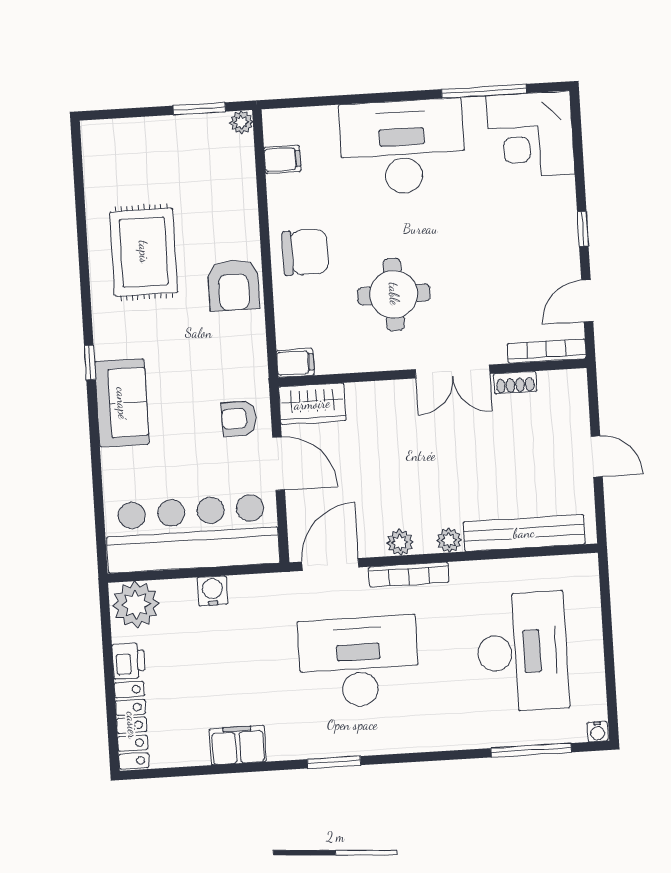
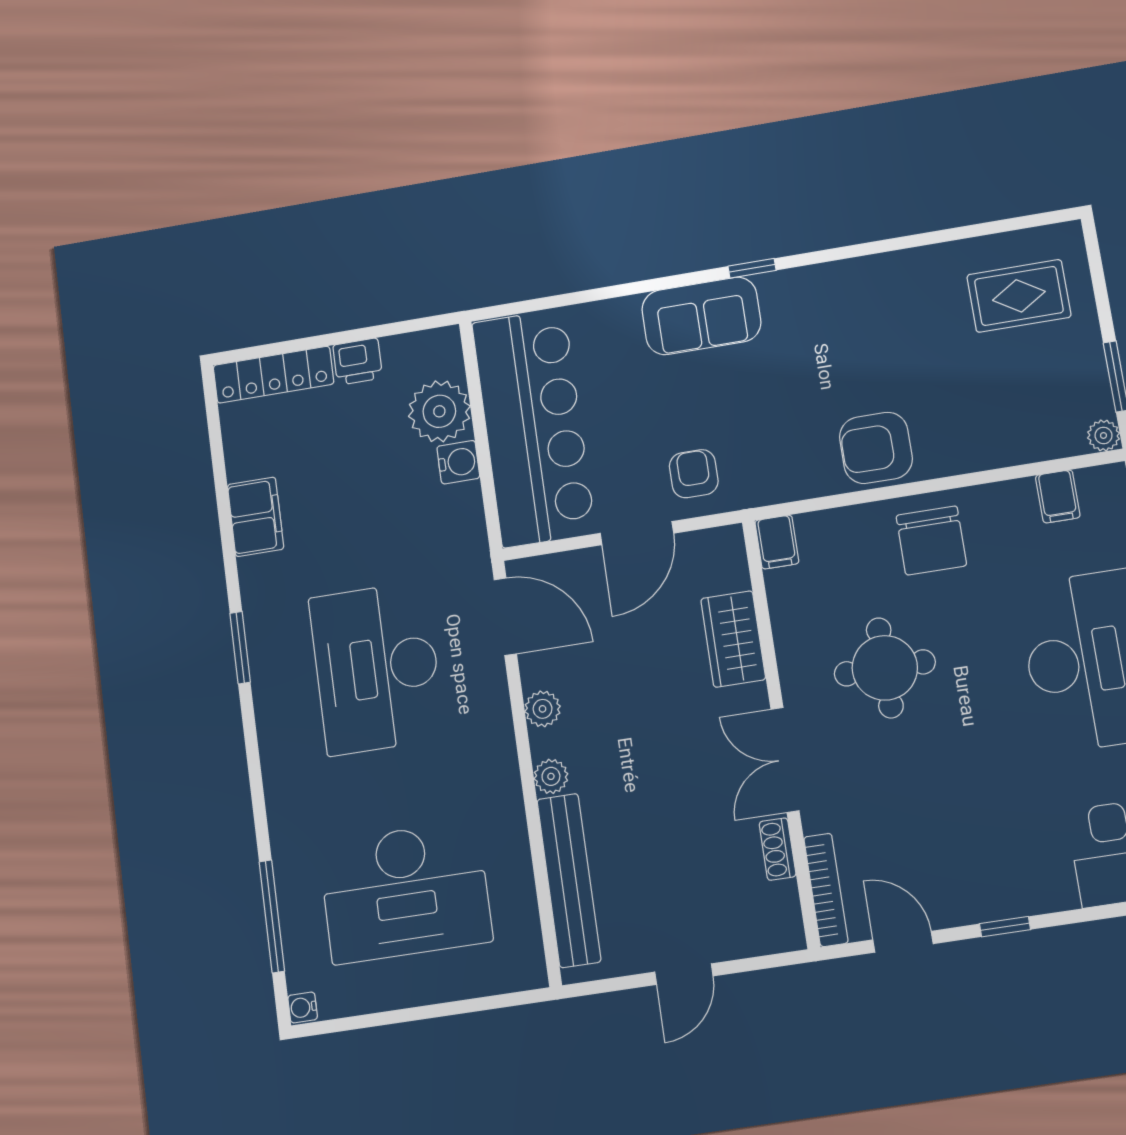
rug: (144, 252) -> (1019, 296), moved, width x0.73, depth x0.70
wardrobe: (312, 404) -> (733, 639), moved
bookcase: (409, 575) -> (500, 725), removed
plant: (136, 605) -> (439, 411), moved
desk: (359, 662) -> (377, 668), turned 180

